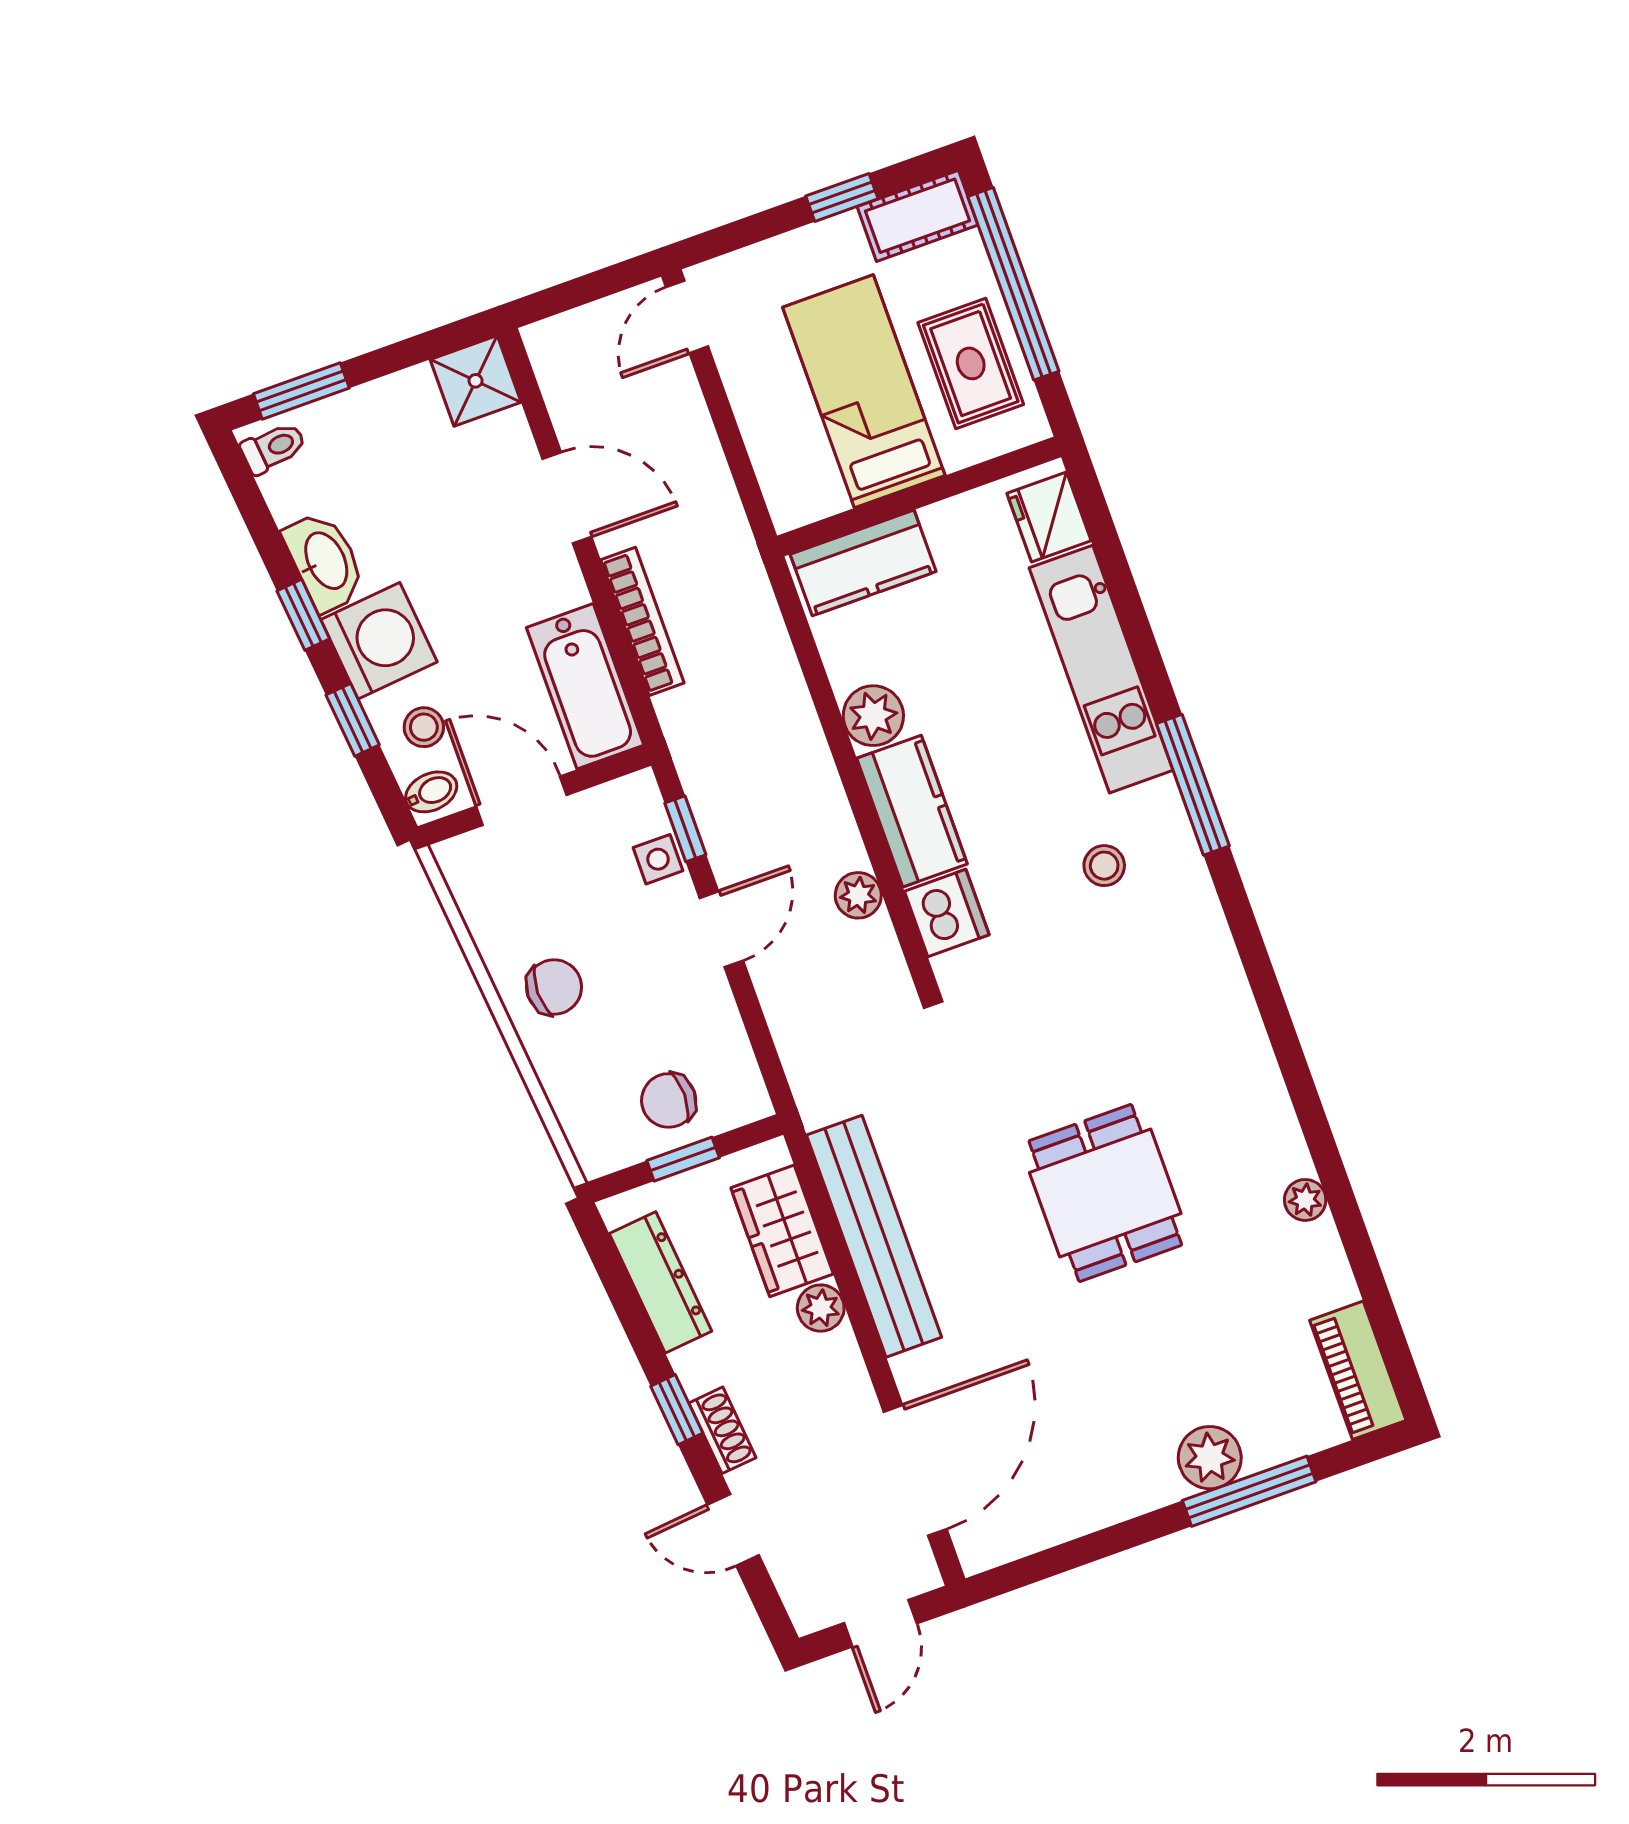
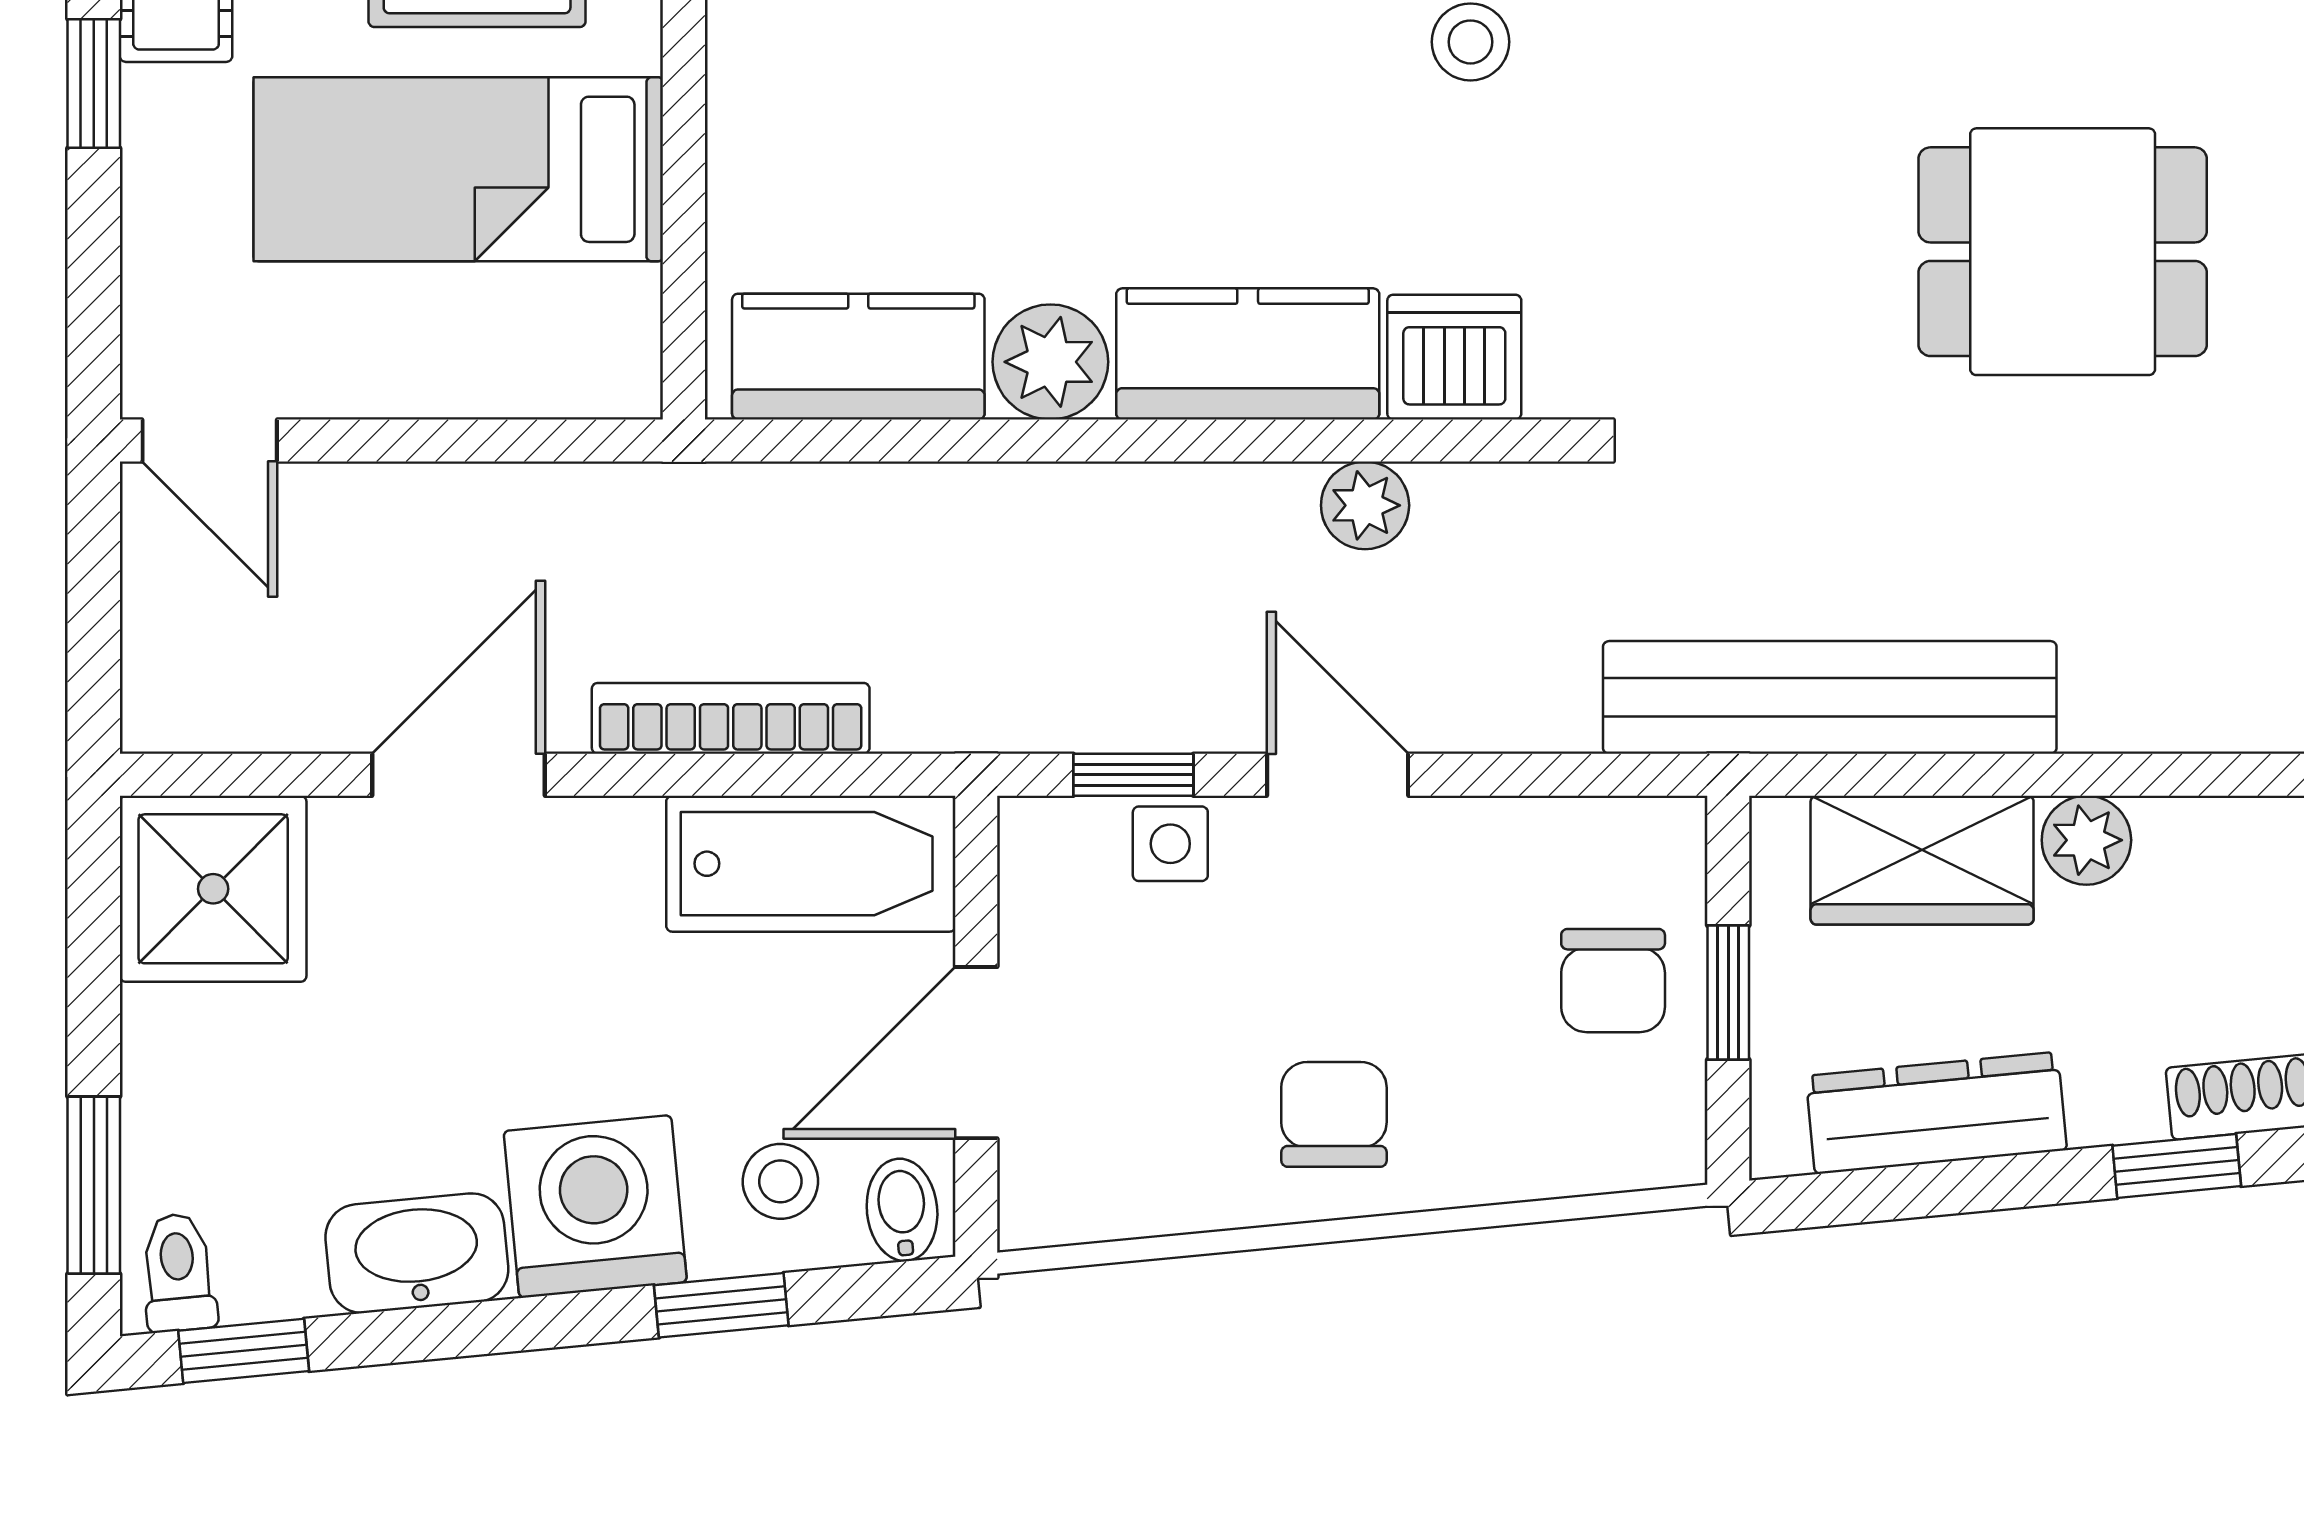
shower: (476, 381) -> (213, 889), width x1.36, depth x1.36
kitchen counter: (863, 563) -> (858, 357), moved, turned -90
window: (303, 615) -> (244, 1351), moved
bench: (874, 1236) -> (1830, 697), moved

